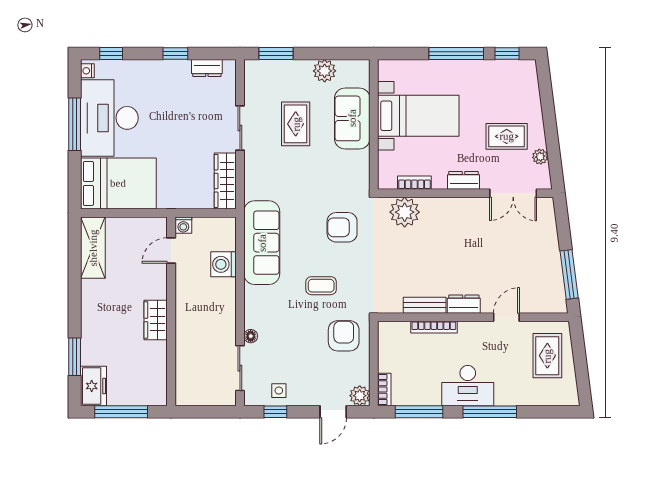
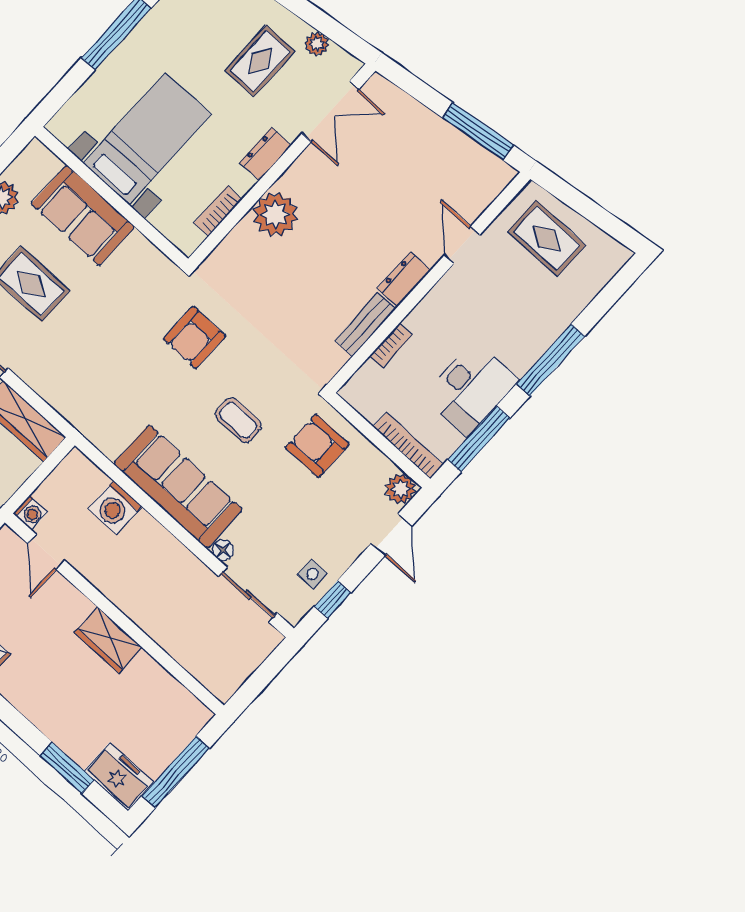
plant: (405, 212) -> (275, 214), moved
sofa: (262, 243) -> (178, 487), moved
coffee table: (321, 286) -> (238, 420), turned 90
bookcase: (434, 327) -> (391, 345), width x0.64
desk: (468, 386) -> (471, 389), moved
bookcase: (384, 389) -> (408, 446), width x1.56

